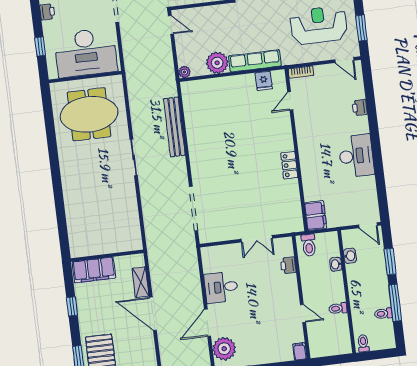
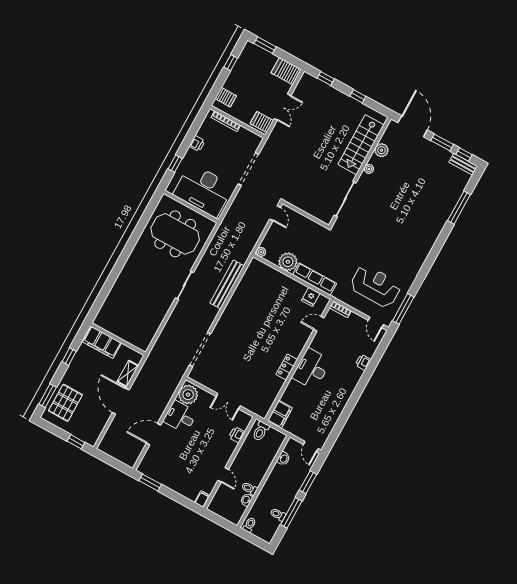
window: (361, 28) -> (403, 309), width x1.44
desk: (356, 156) -> (311, 369), moved, turned 180
washbasin: (336, 264) -> (246, 500), moved
plant: (224, 349) -> (188, 395), moved

